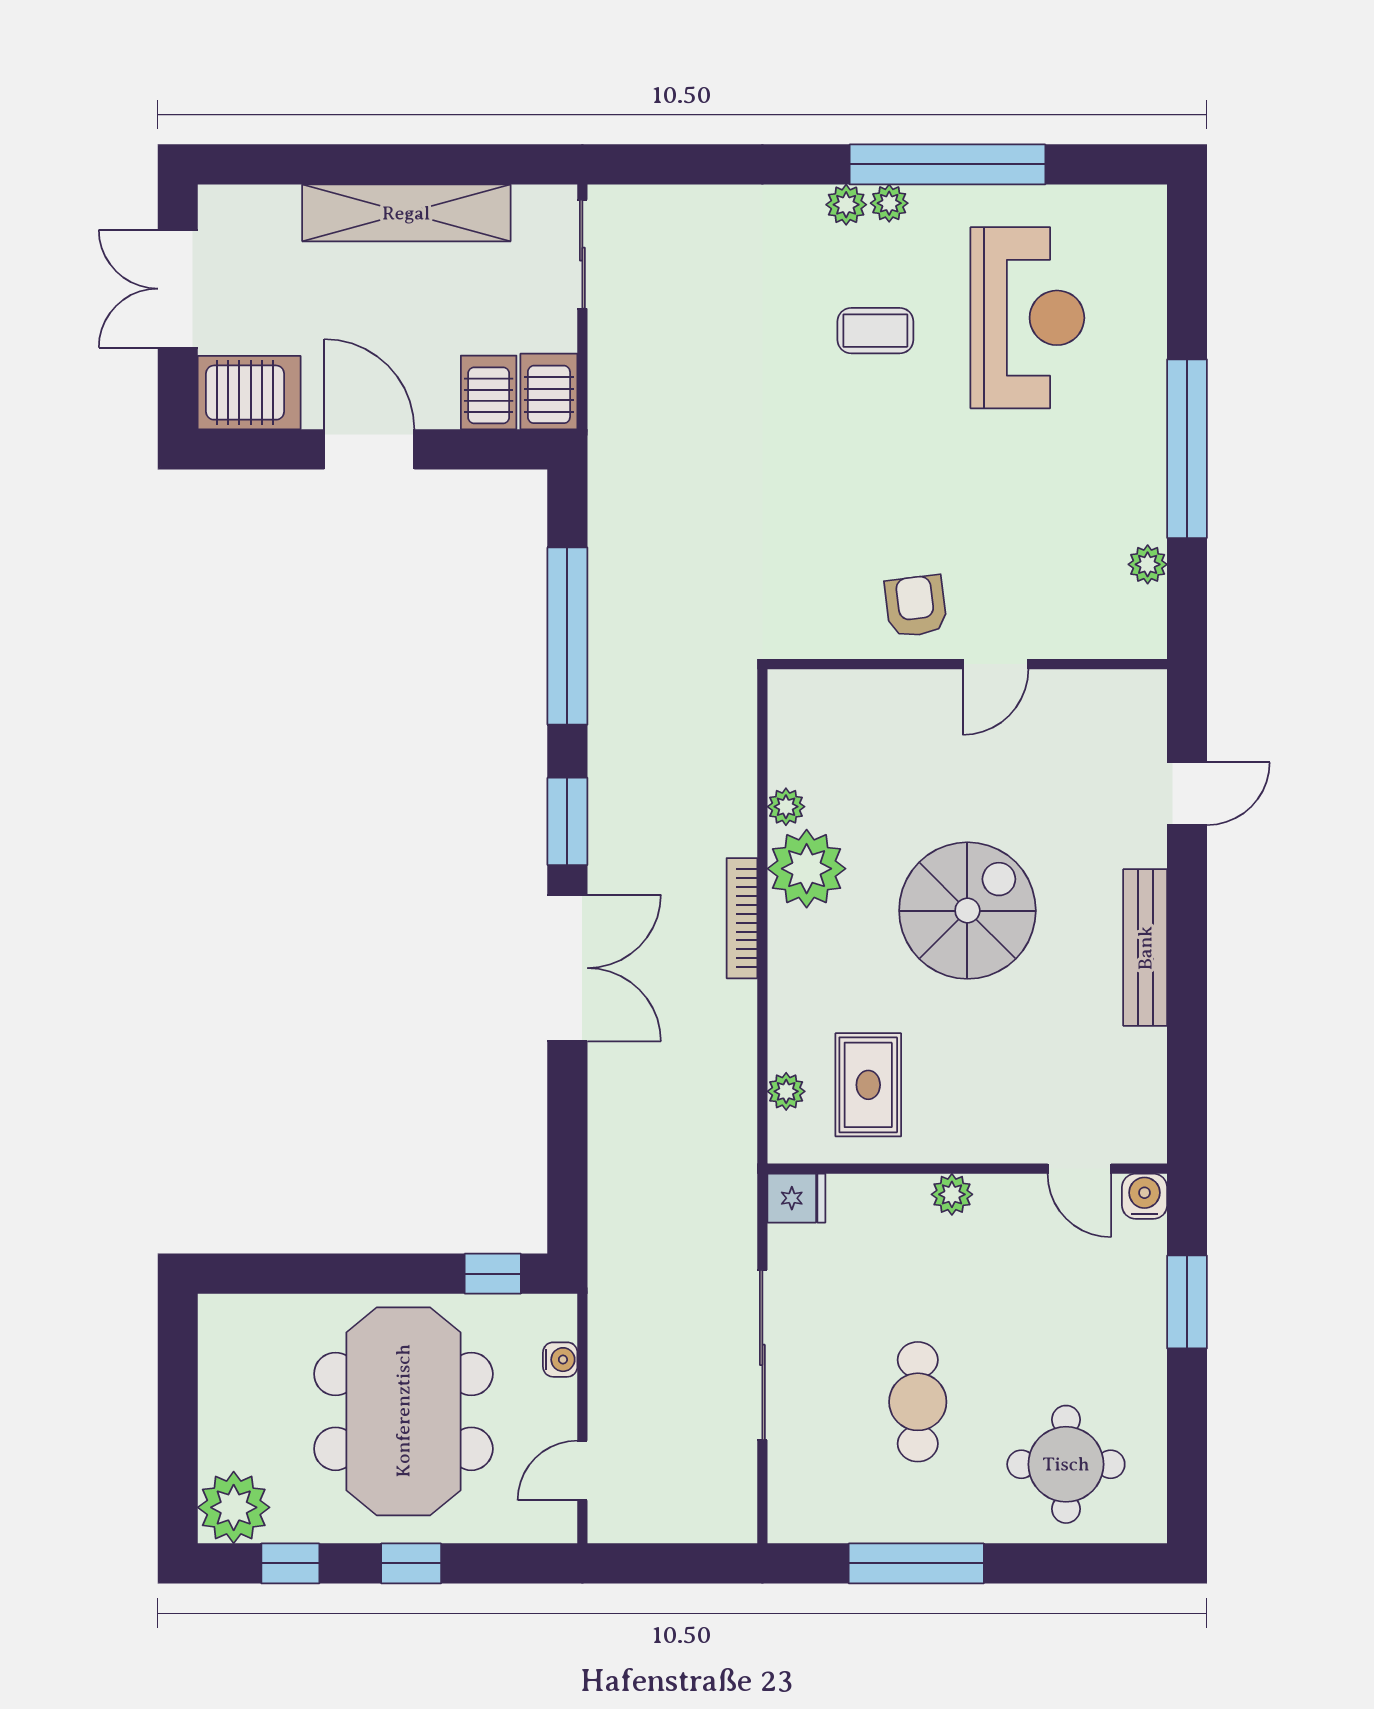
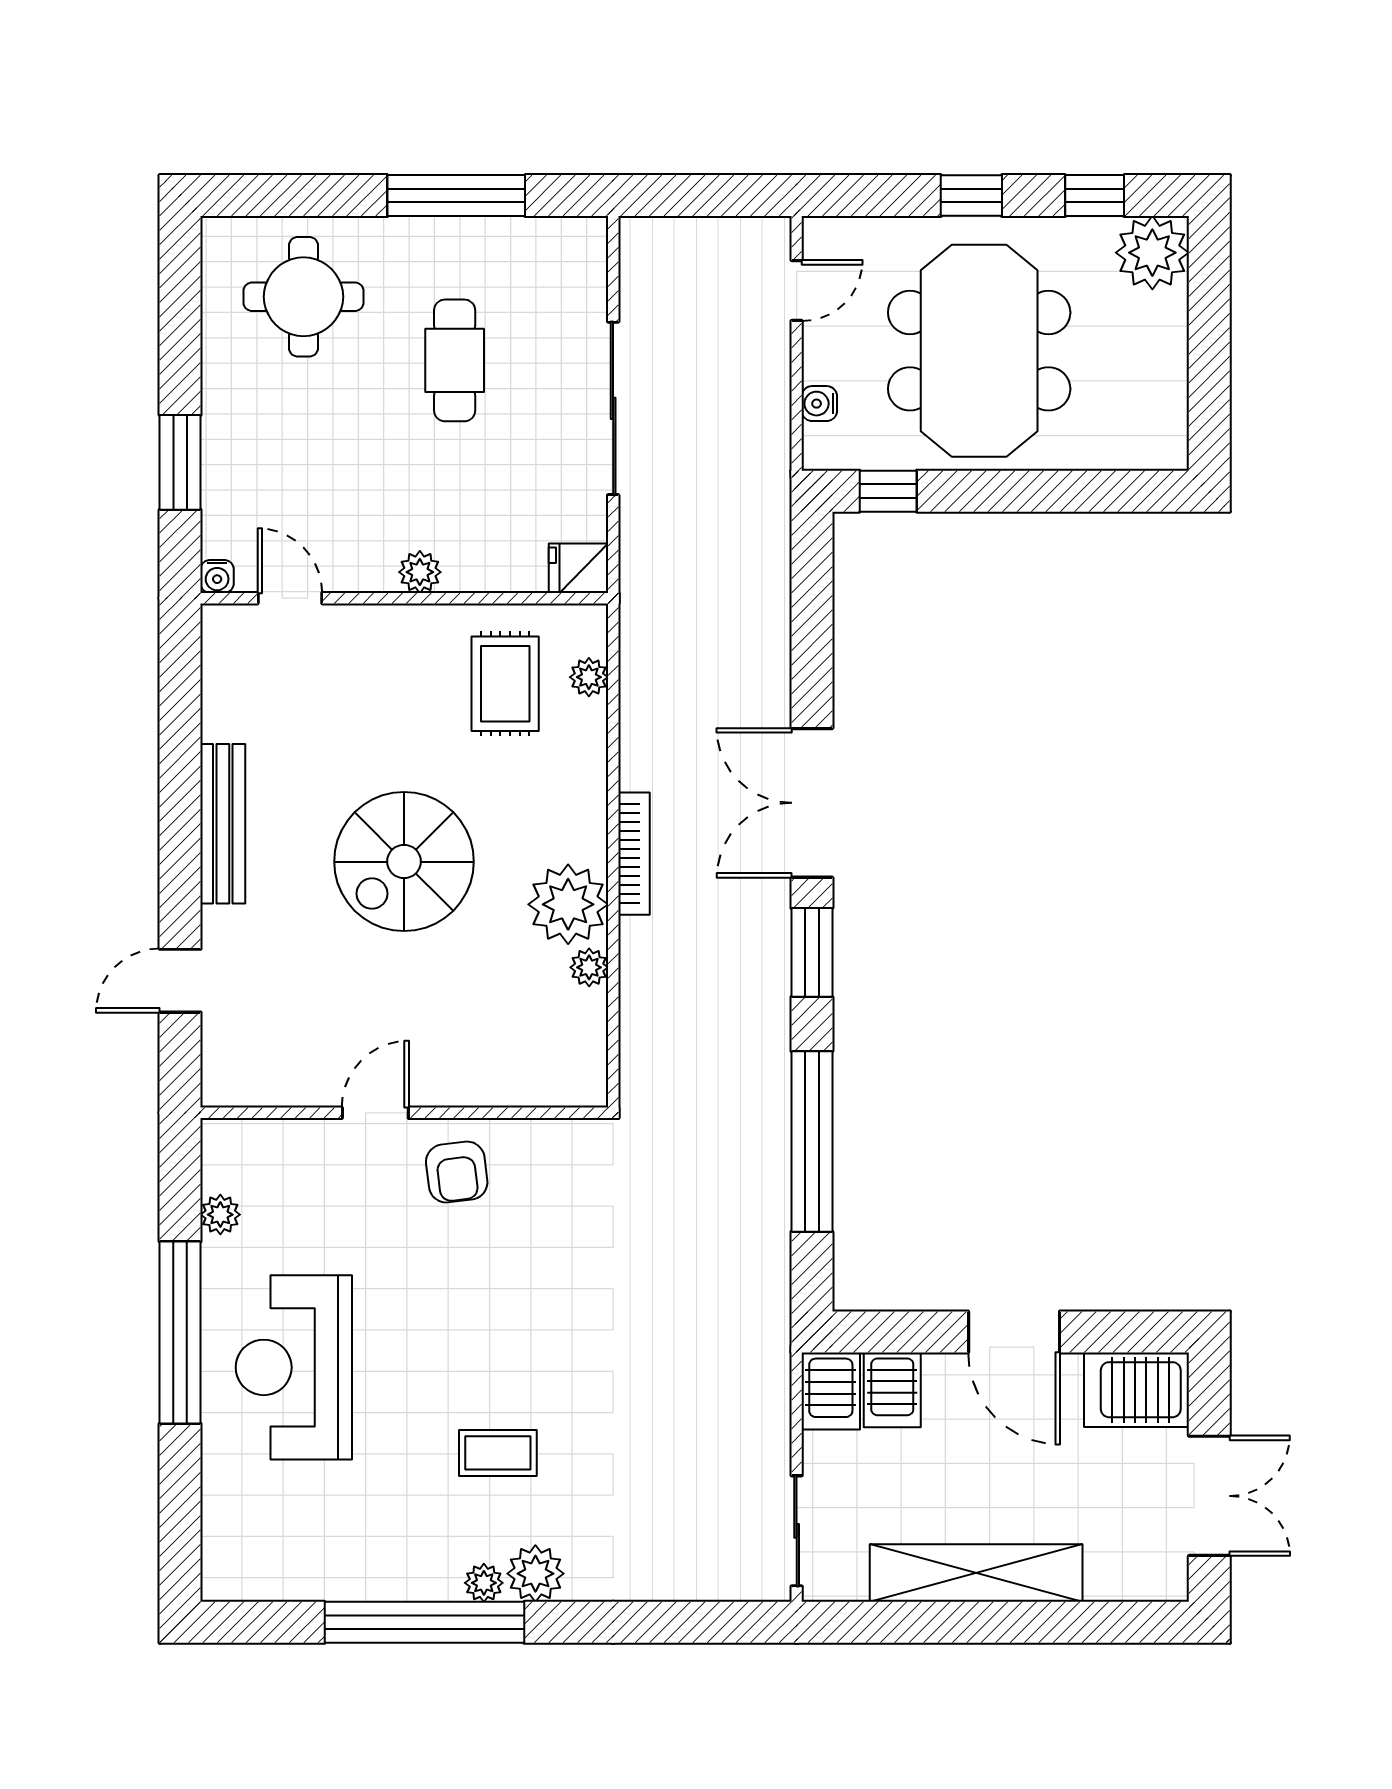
plant: (846, 205) -> (535, 1574), width x1.38, depth x1.38
reception desk: (1027, 318) -> (294, 1367), moved
water cooler: (1144, 1196) -> (217, 576), width x0.72, depth x0.72

